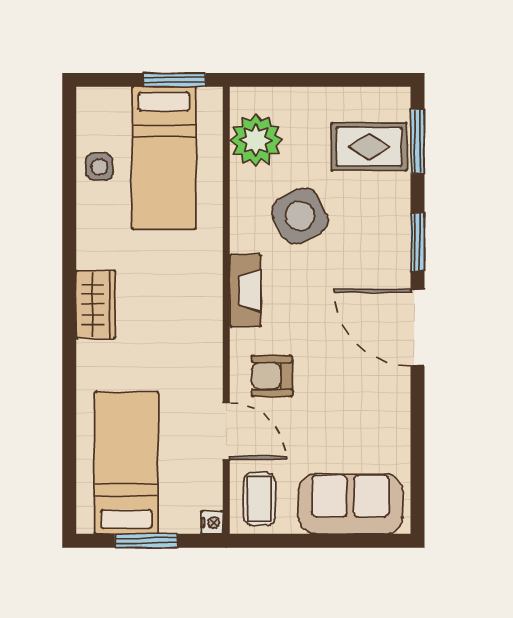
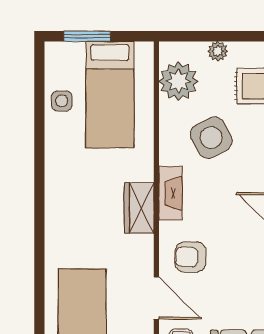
window: (175, 80) -> (87, 36), moved
plant: (309, 100) -> (218, 51), added
wardrobe: (96, 305) -> (139, 208), moved, turned 180

